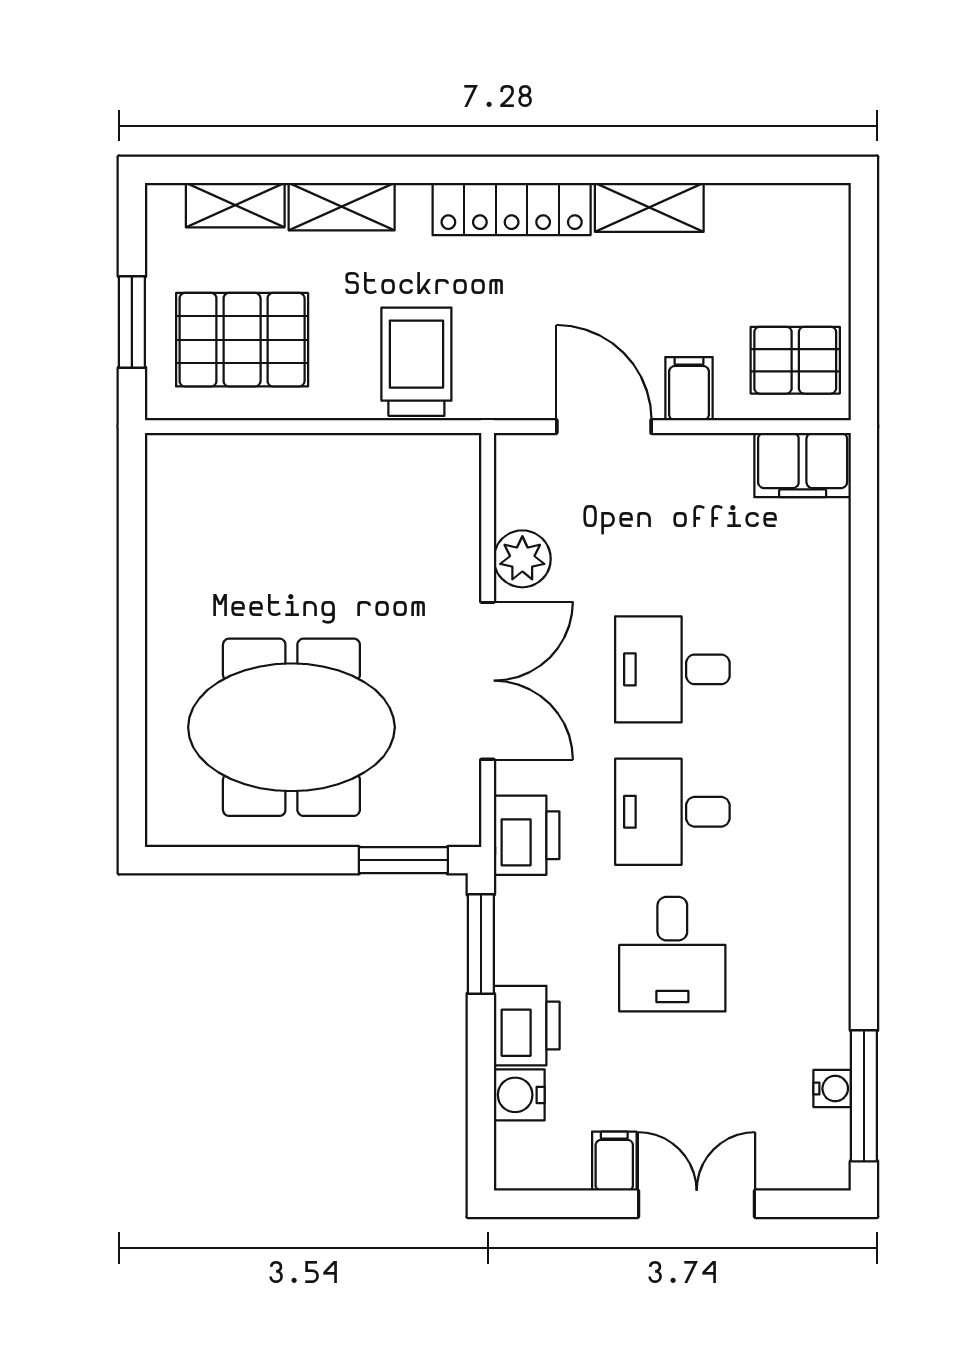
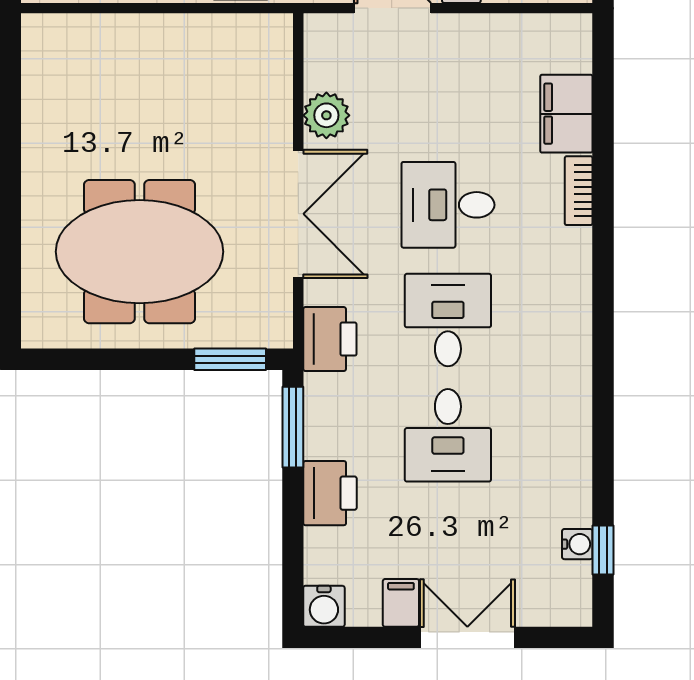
filing cabinet: (803, 465) -> (566, 114), moved, turned 90
bookcase: (834, 652) -> (579, 191), added
desk: (672, 812) -> (448, 320), turned 90
water cooler: (519, 1095) -> (324, 606), moved, turned -90
window: (864, 1096) -> (603, 550), width x0.46

